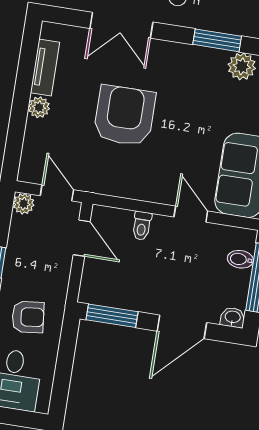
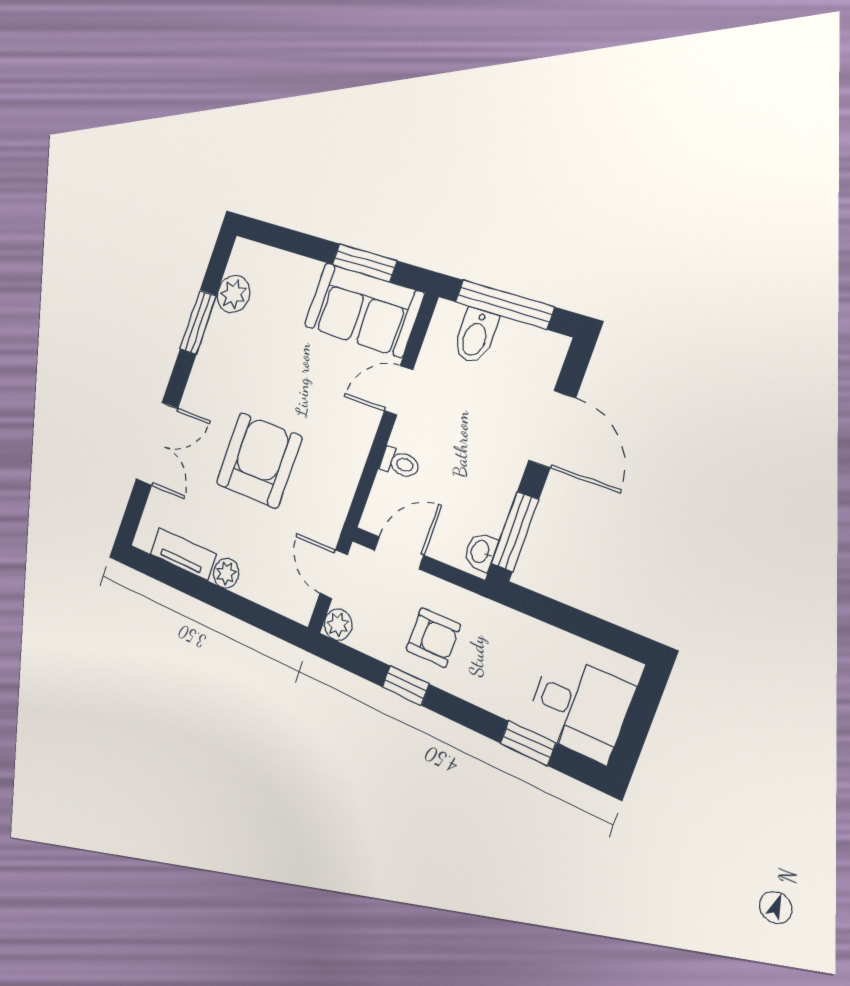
armchair: (124, 116) -> (259, 460), turned 90
door: (57, 193) -> (334, 574), hinge flipped
bidet: (240, 259) -> (475, 336), width x1.38, depth x1.36
armchair: (28, 317) -> (433, 637), moved, turned 96
washbasin: (233, 317) -> (481, 552), moved

